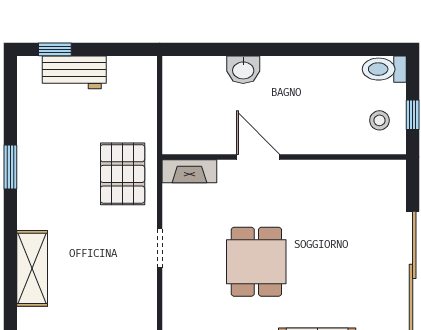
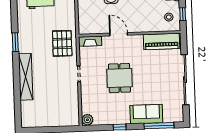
piano: (360, 178) -> (162, 41), added
shelving: (32, 268) -> (26, 77), width x1.47

